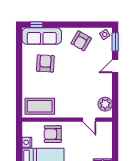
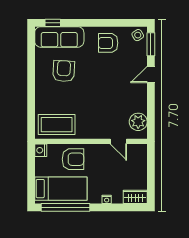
armchair: (81, 41) -> (108, 43), turned 60
armchair: (53, 134) -> (73, 159), turned 180
nightstand: (27, 142) -> (41, 150), moved

